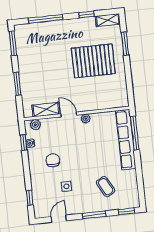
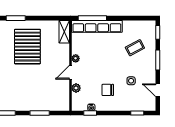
shelving: (46, 110) -> (64, 32), moved
plant: (35, 125) -> (76, 88), moved

